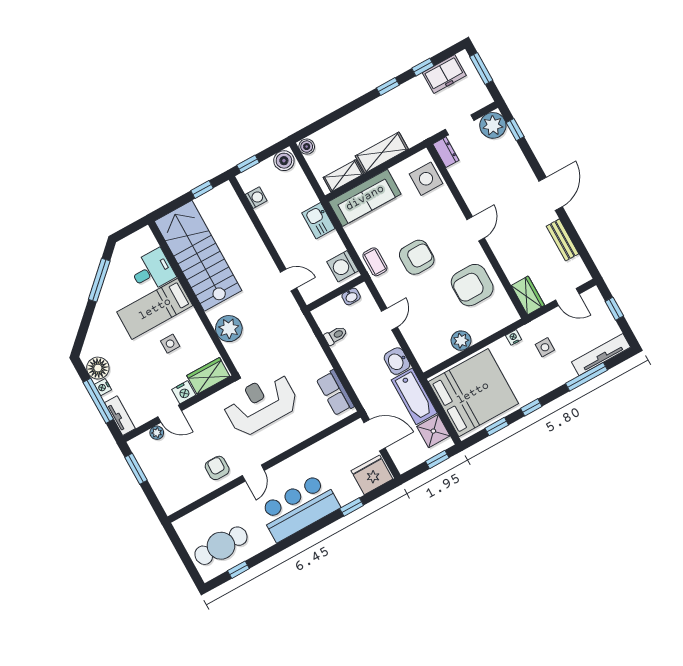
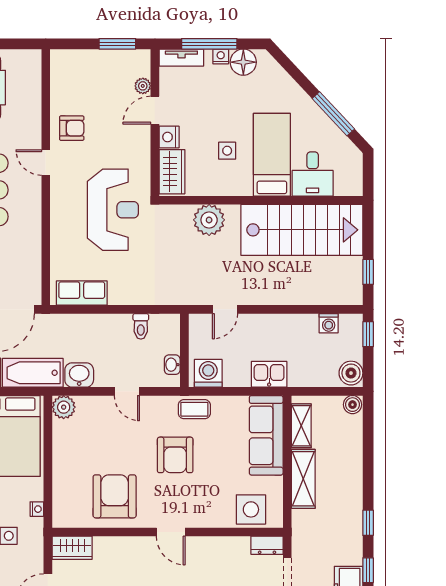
plant: (461, 341) -> (64, 407), moved

